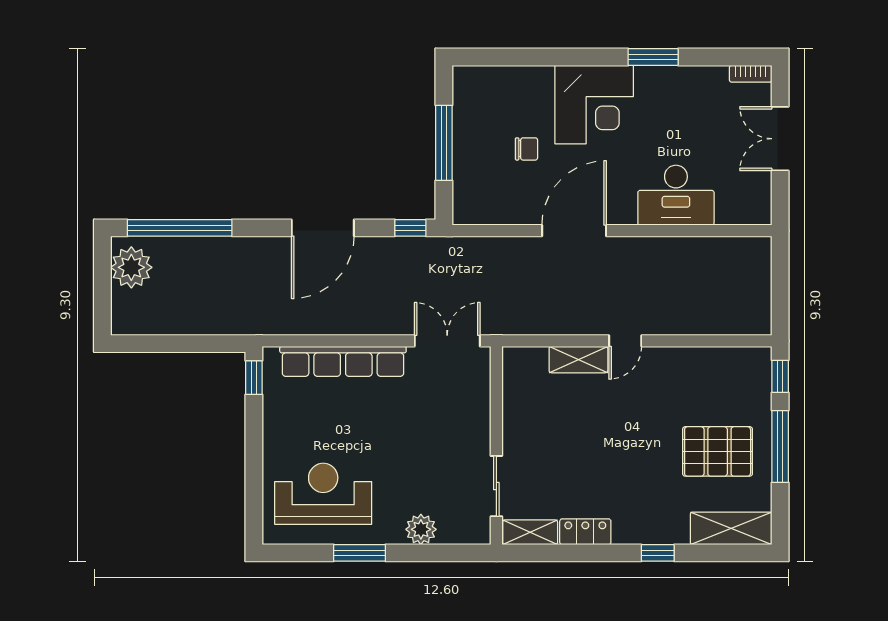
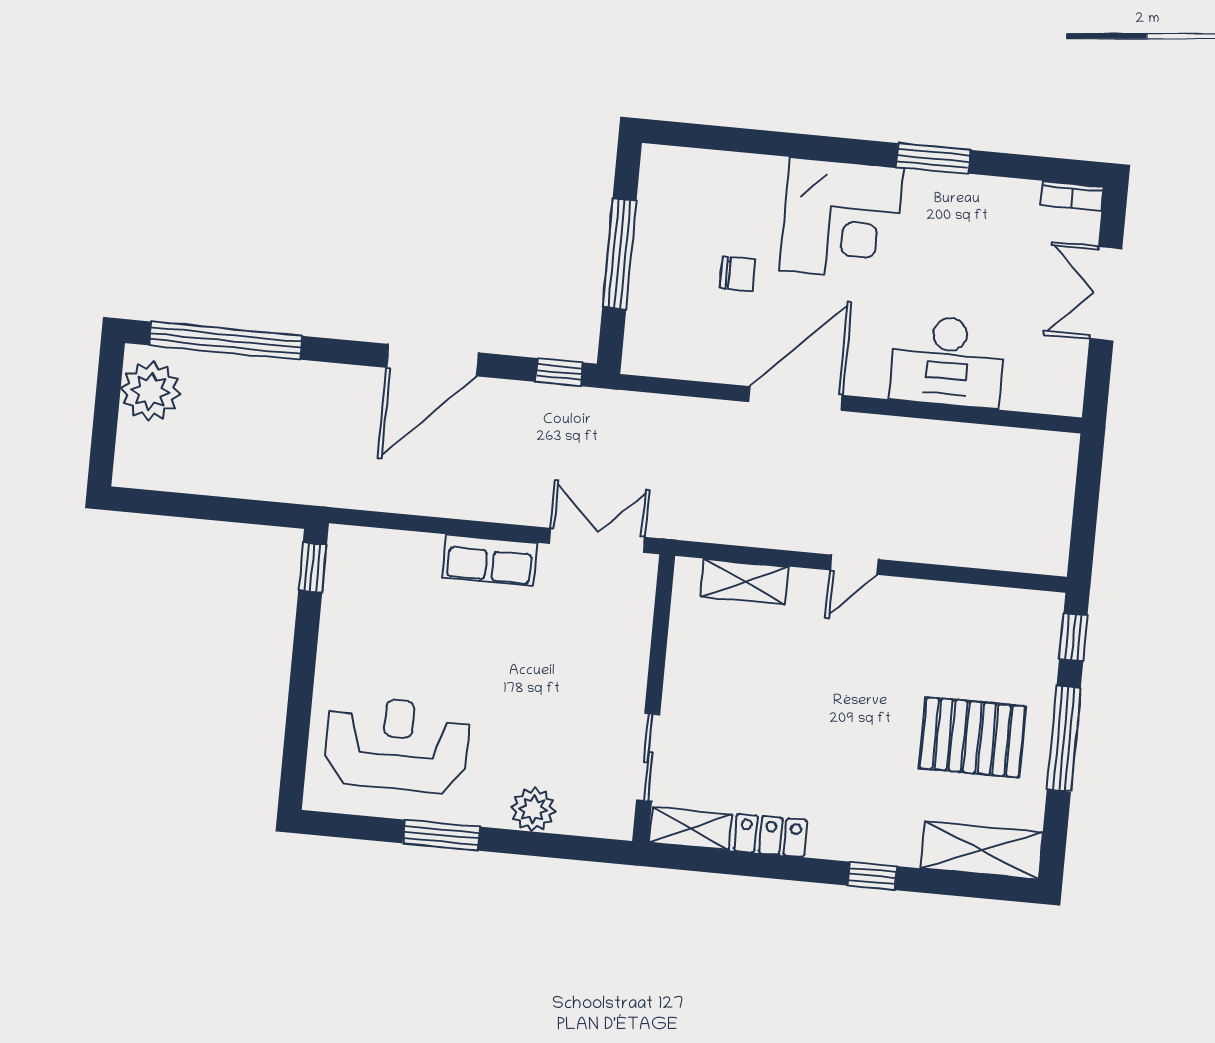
shelving: (578, 360) -> (744, 582), moved
row of seats: (343, 361) -> (490, 560), width x0.50

